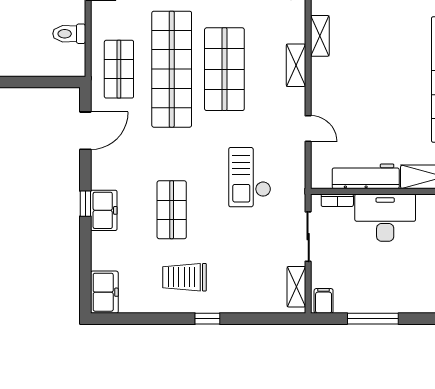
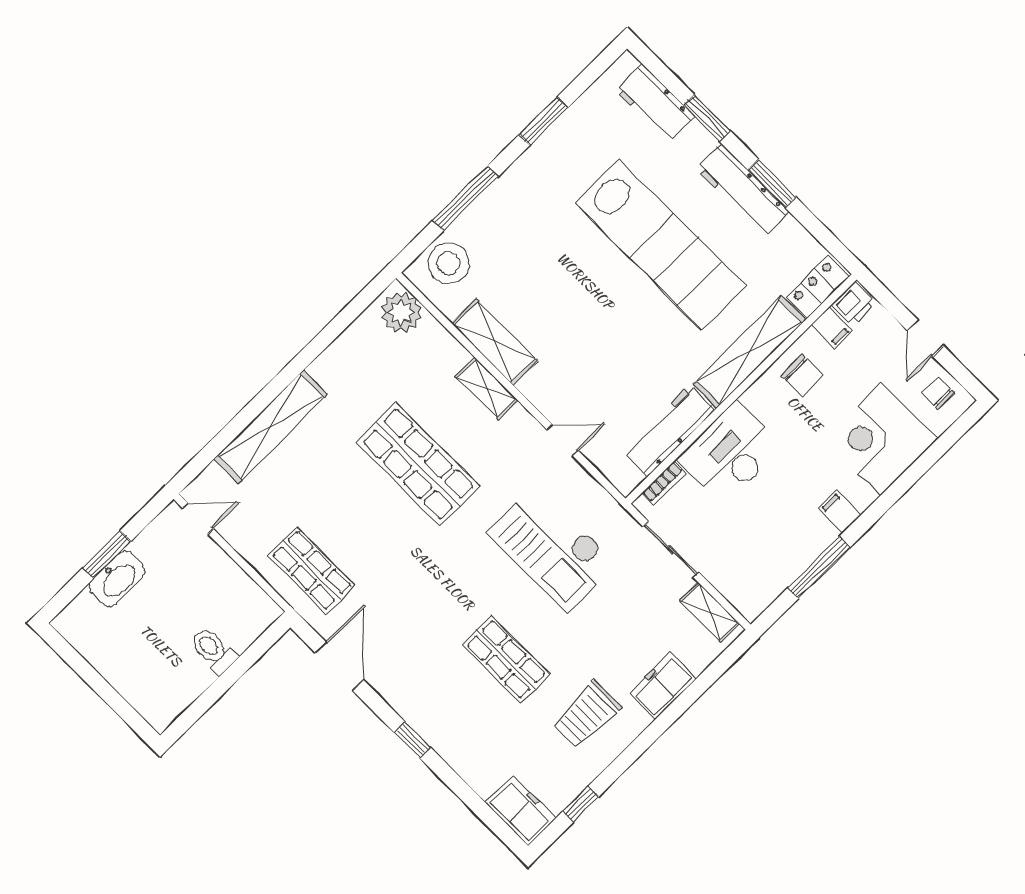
toilet: (69, 34) -> (213, 650), moved, turned 90
shelving: (320, 36) -> (495, 342), width x1.50, depth x1.33
shop shelf: (172, 69) -> (365, 517), removed
checkout: (250, 177) -> (552, 548), width x1.36, depth x1.21
freezer: (104, 210) -> (663, 686), moved, turned -90
filing cabinet: (324, 301) -> (840, 511), moved
window: (207, 319) -> (581, 804), moved

